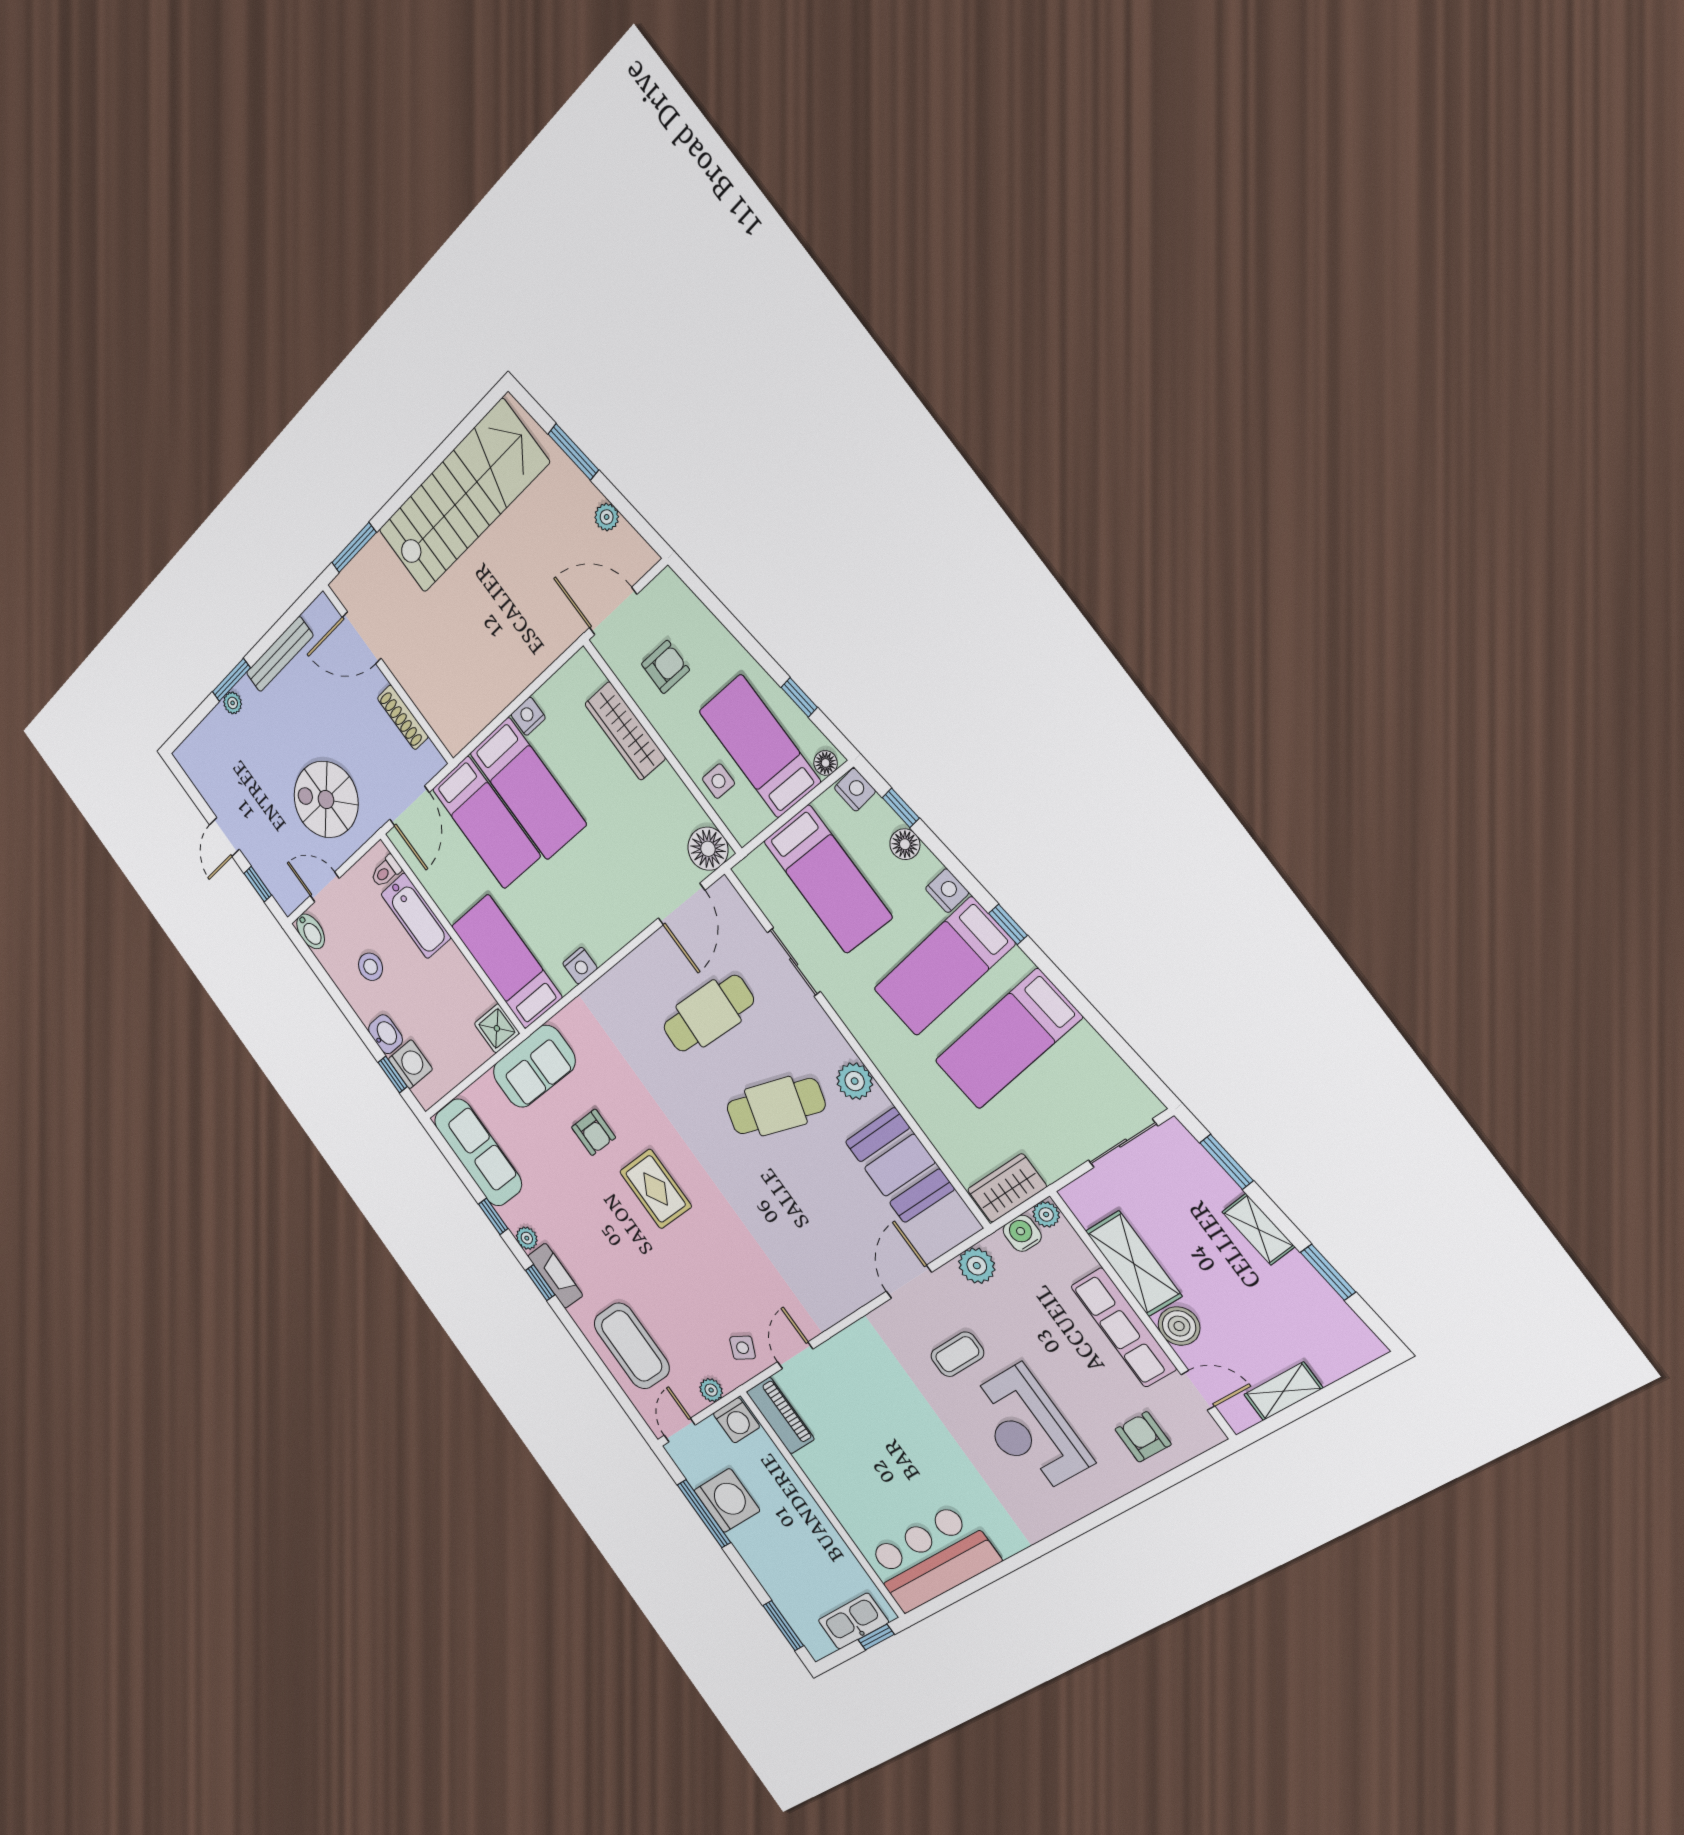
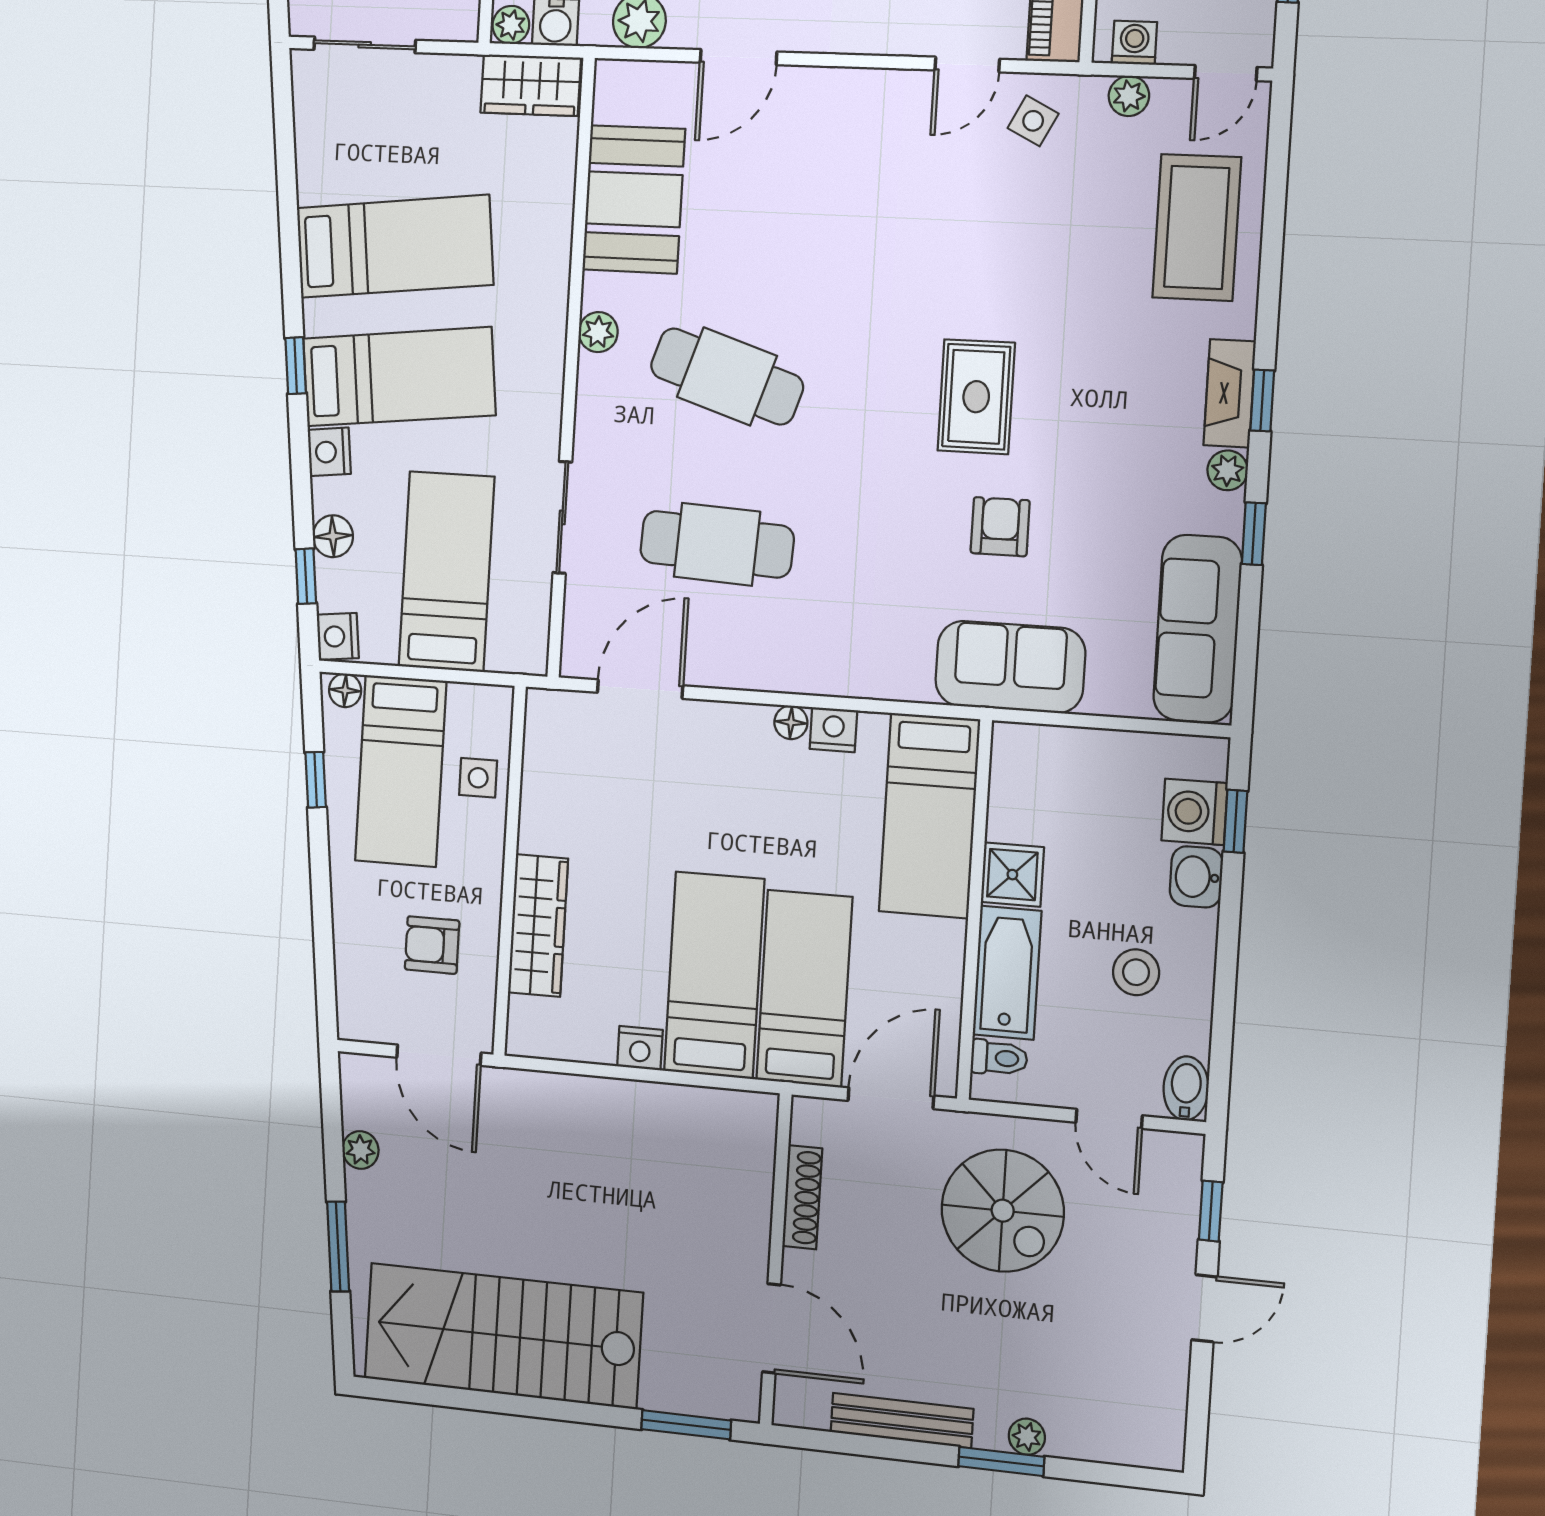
floor lamp: (708, 849) -> (791, 722), moved, width x0.53, depth x0.53
shower: (497, 1028) -> (1012, 875), moved
plant: (855, 1081) -> (598, 332), width x0.73, depth x0.73
washing machine: (736, 1420) -> (1134, 43), width x0.73, depth x0.73

